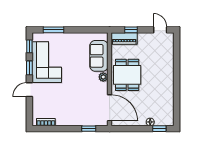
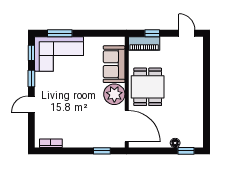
corner sofa: (47, 62) -> (59, 54), moved, turned 90
plant: (103, 77) -> (114, 94), width x1.87, depth x1.87

